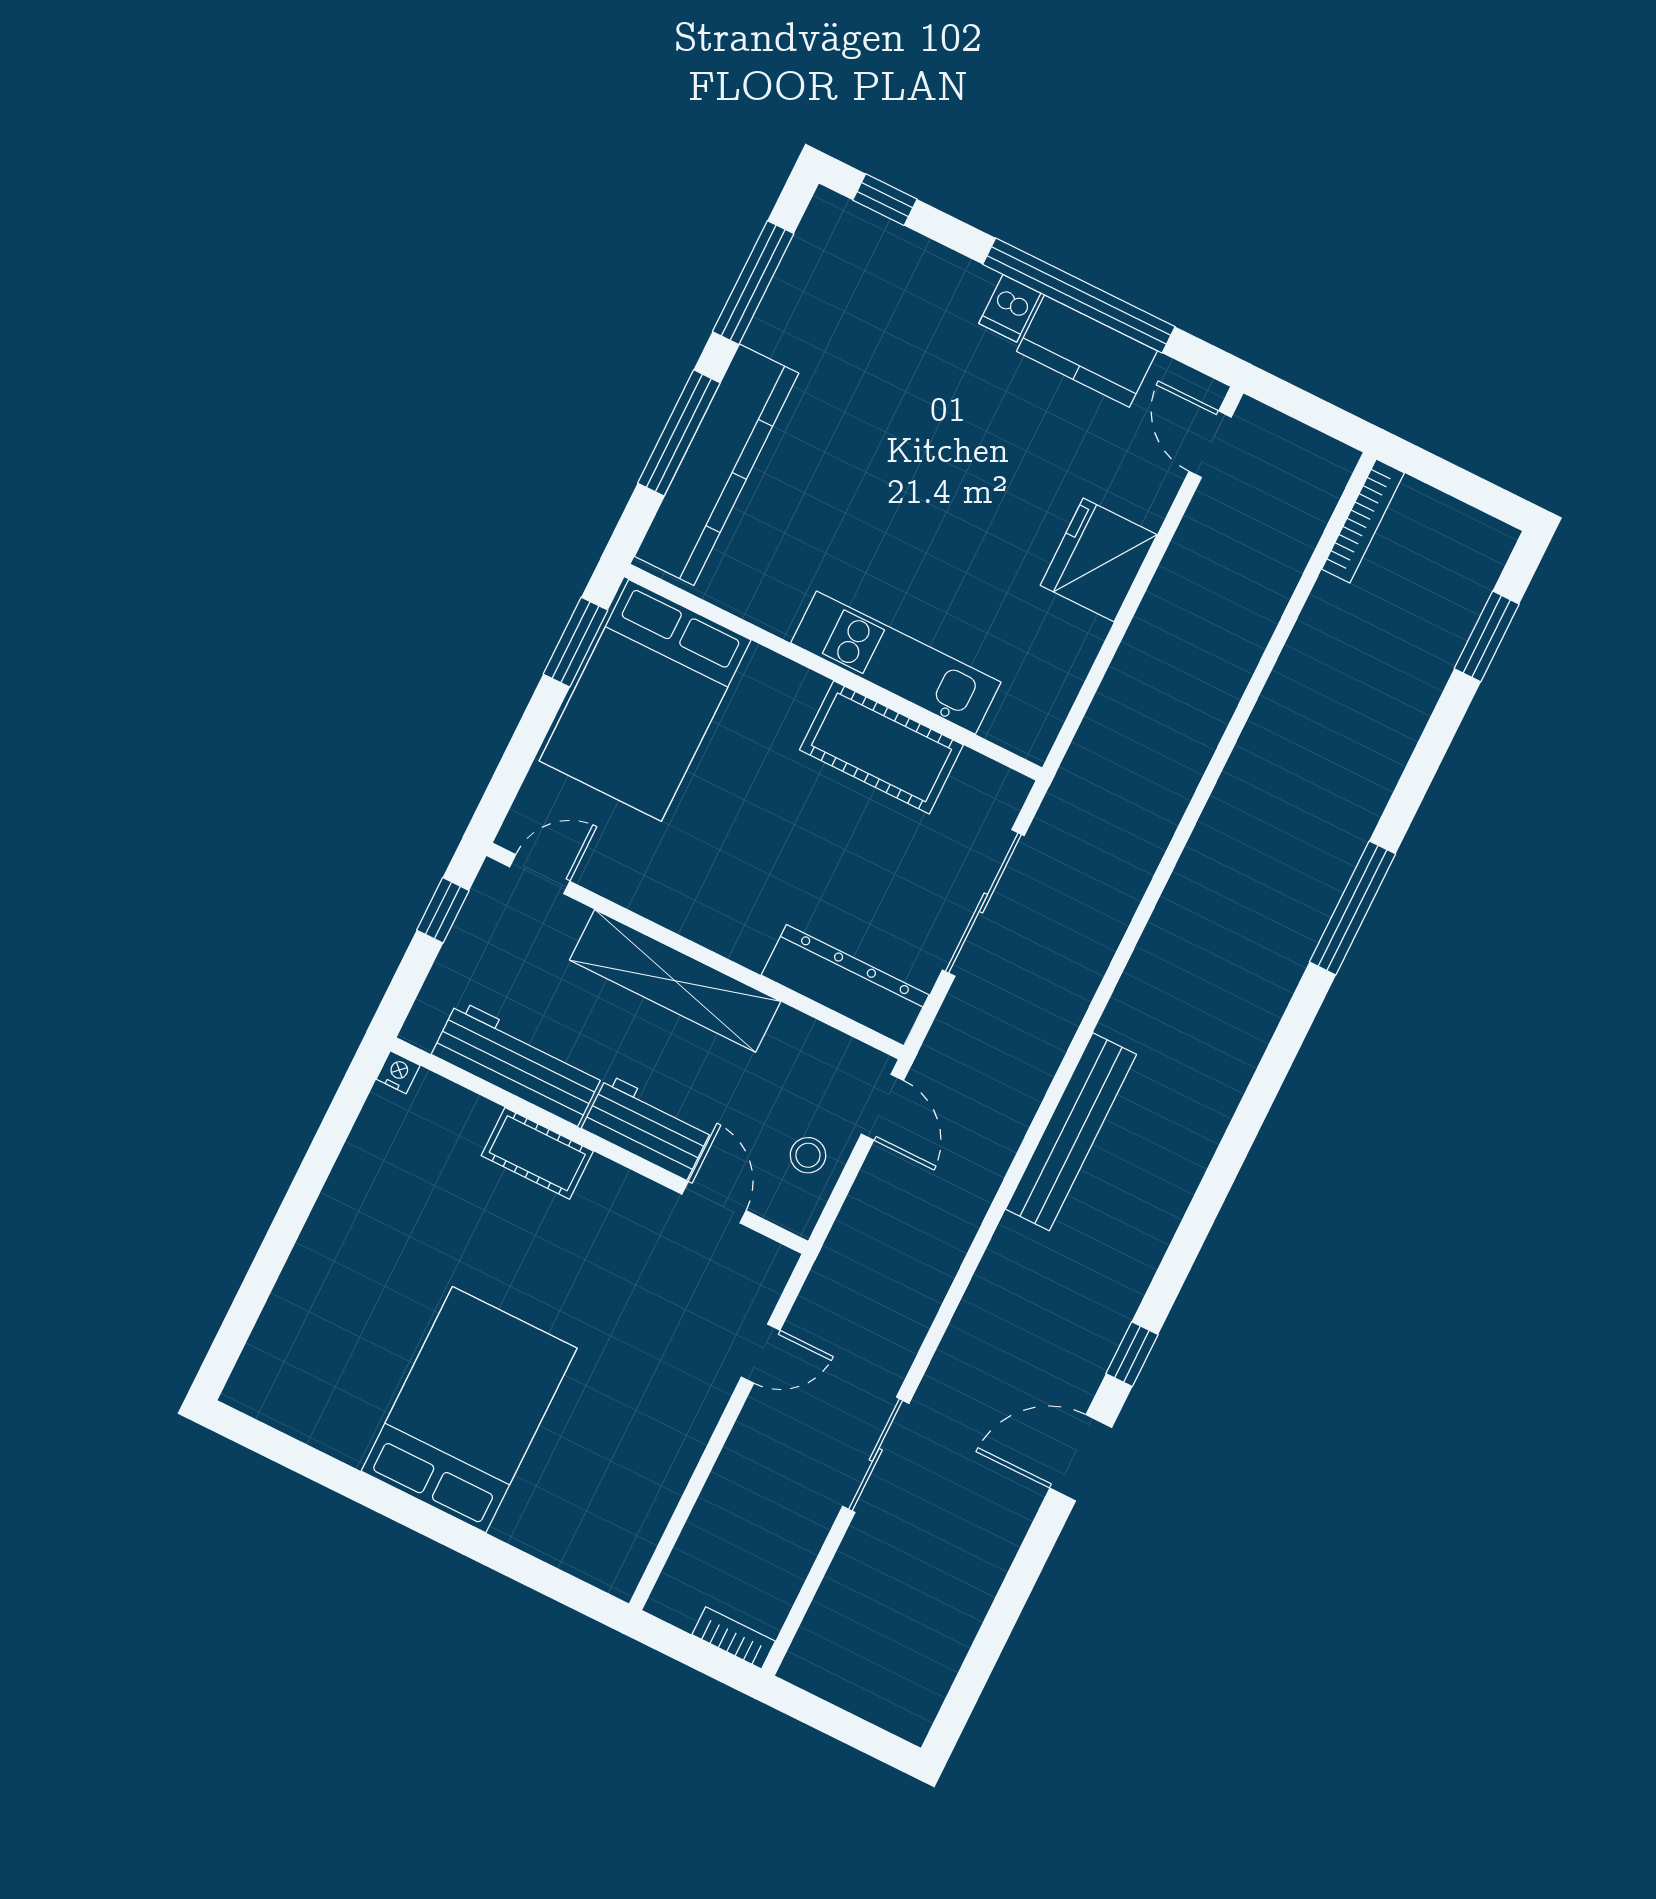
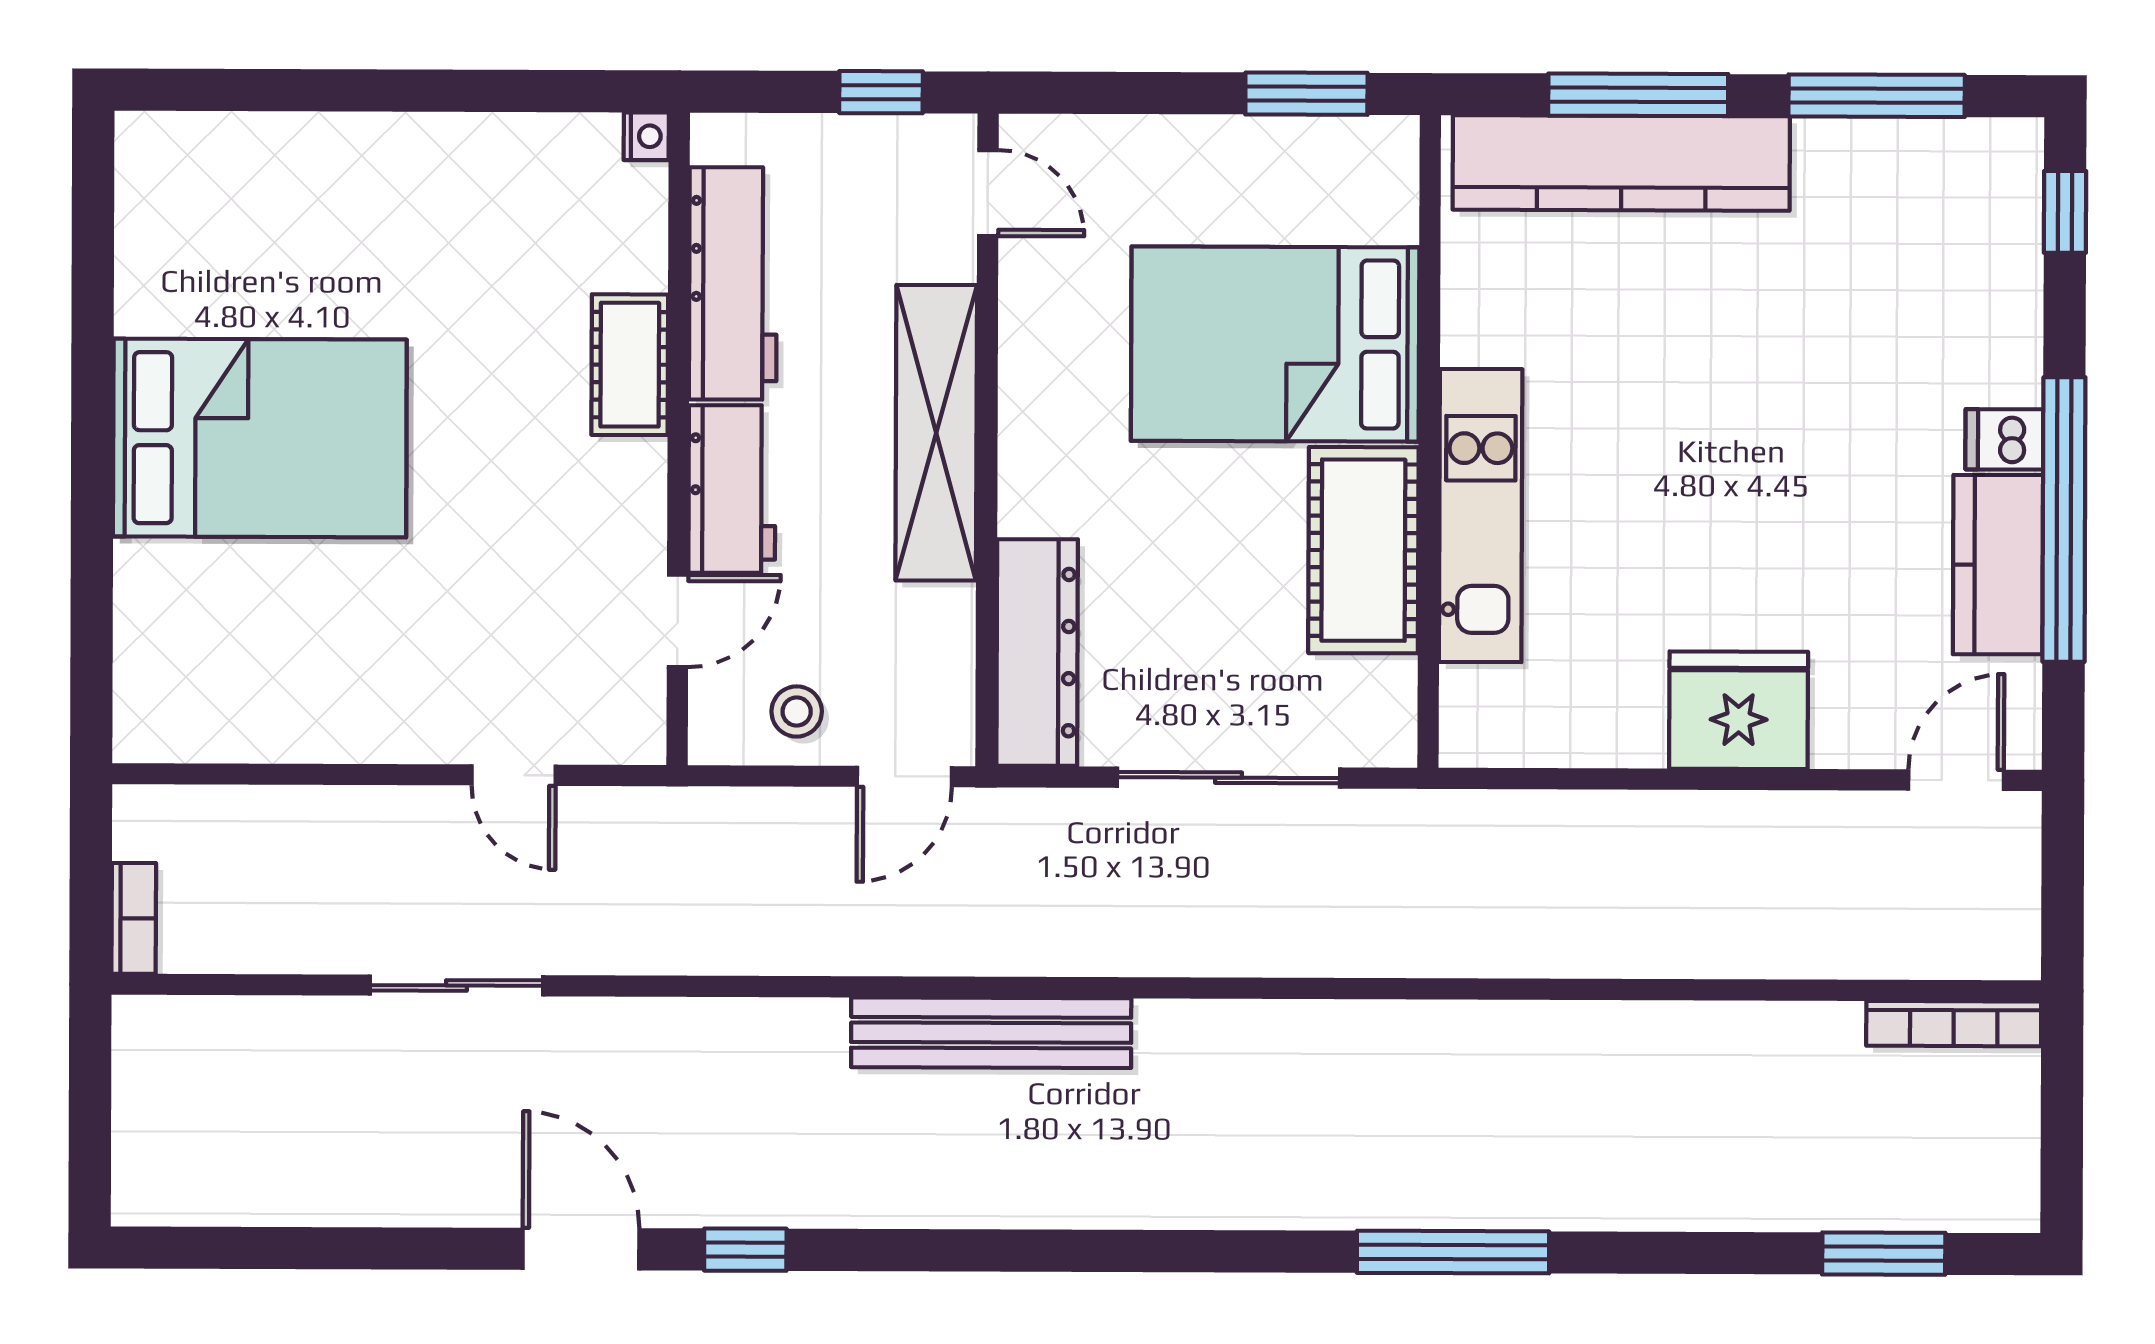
bed: (645, 700) -> (1275, 344), moved

